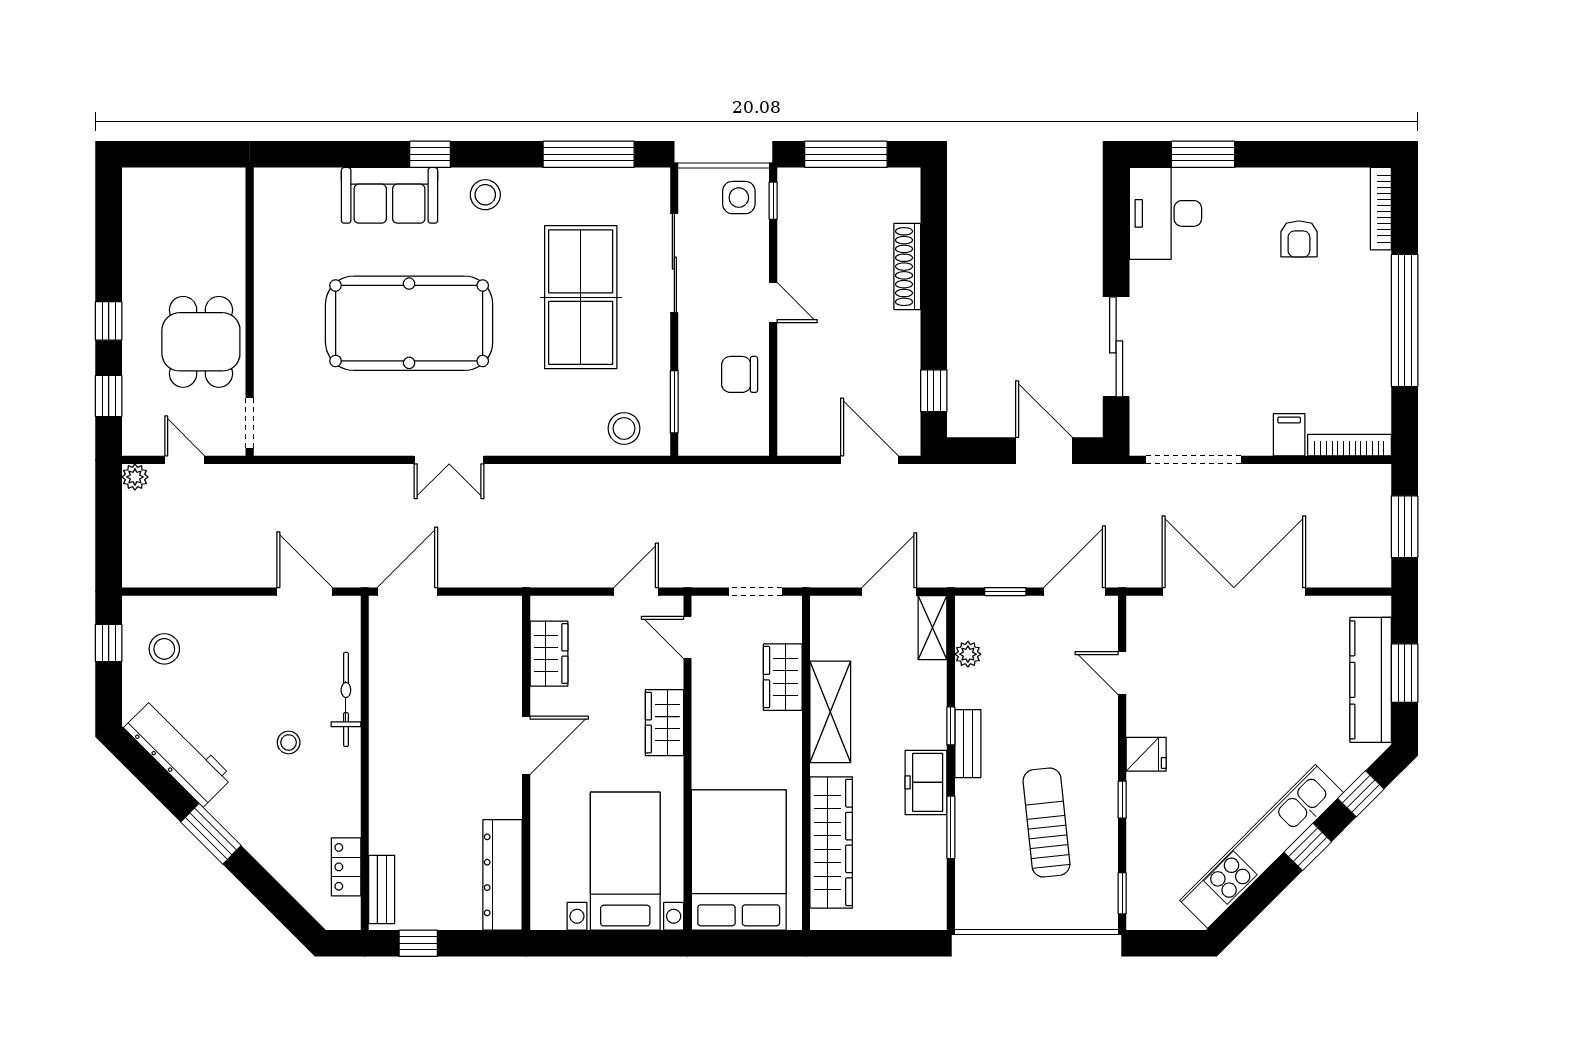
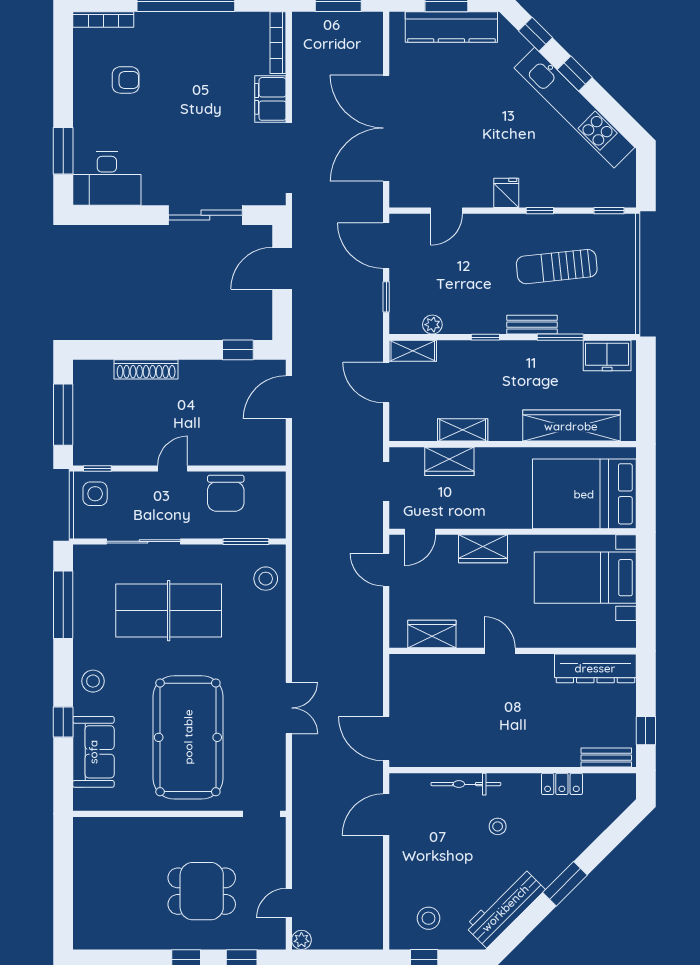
wall: (250, 312) -> (179, 814), moved
chair: (740, 374) -> (226, 493), width x1.37, depth x1.37
doorway: (250, 423) -> (262, 814), moved
filing cabinet: (1289, 435) -> (270, 99), width x2.00
shelving: (830, 712) -> (463, 430), width x0.67, depth x0.75
bench: (968, 744) -> (532, 325), moved
door: (526, 745) -> (500, 651), width x0.73
freezer: (926, 782) -> (607, 355), moved
locker: (346, 867) -> (562, 784), moved

